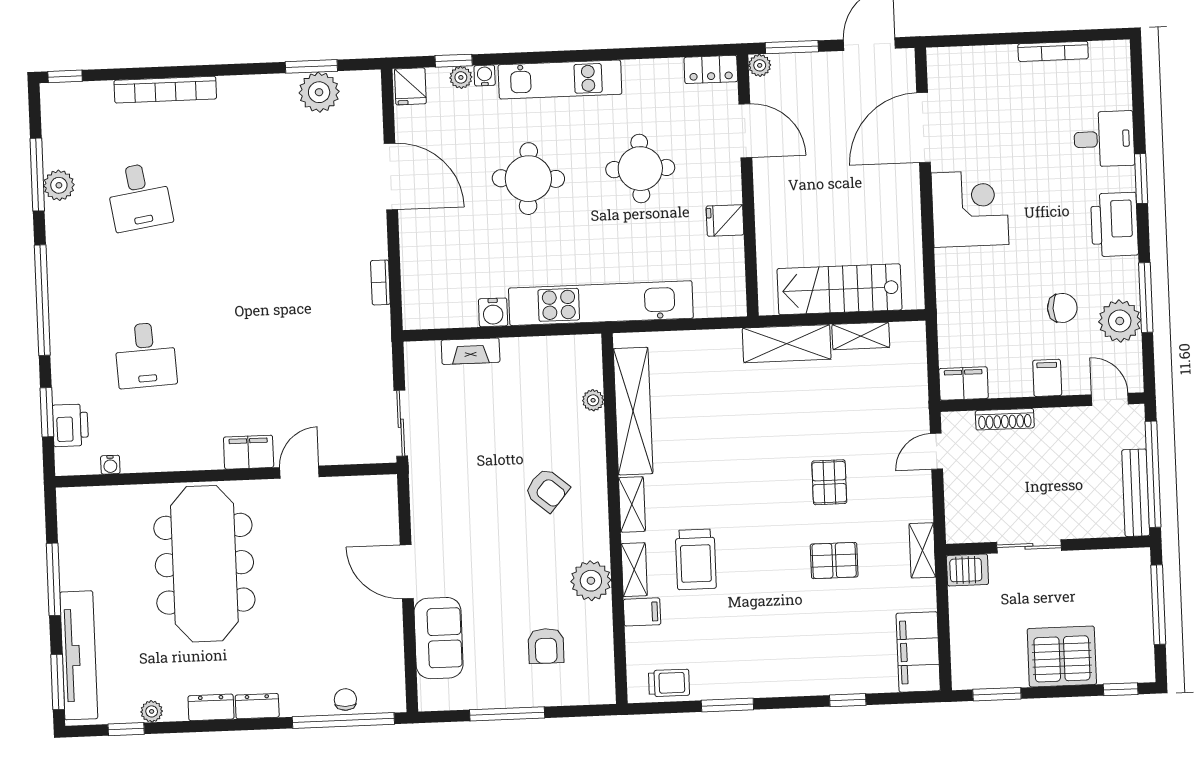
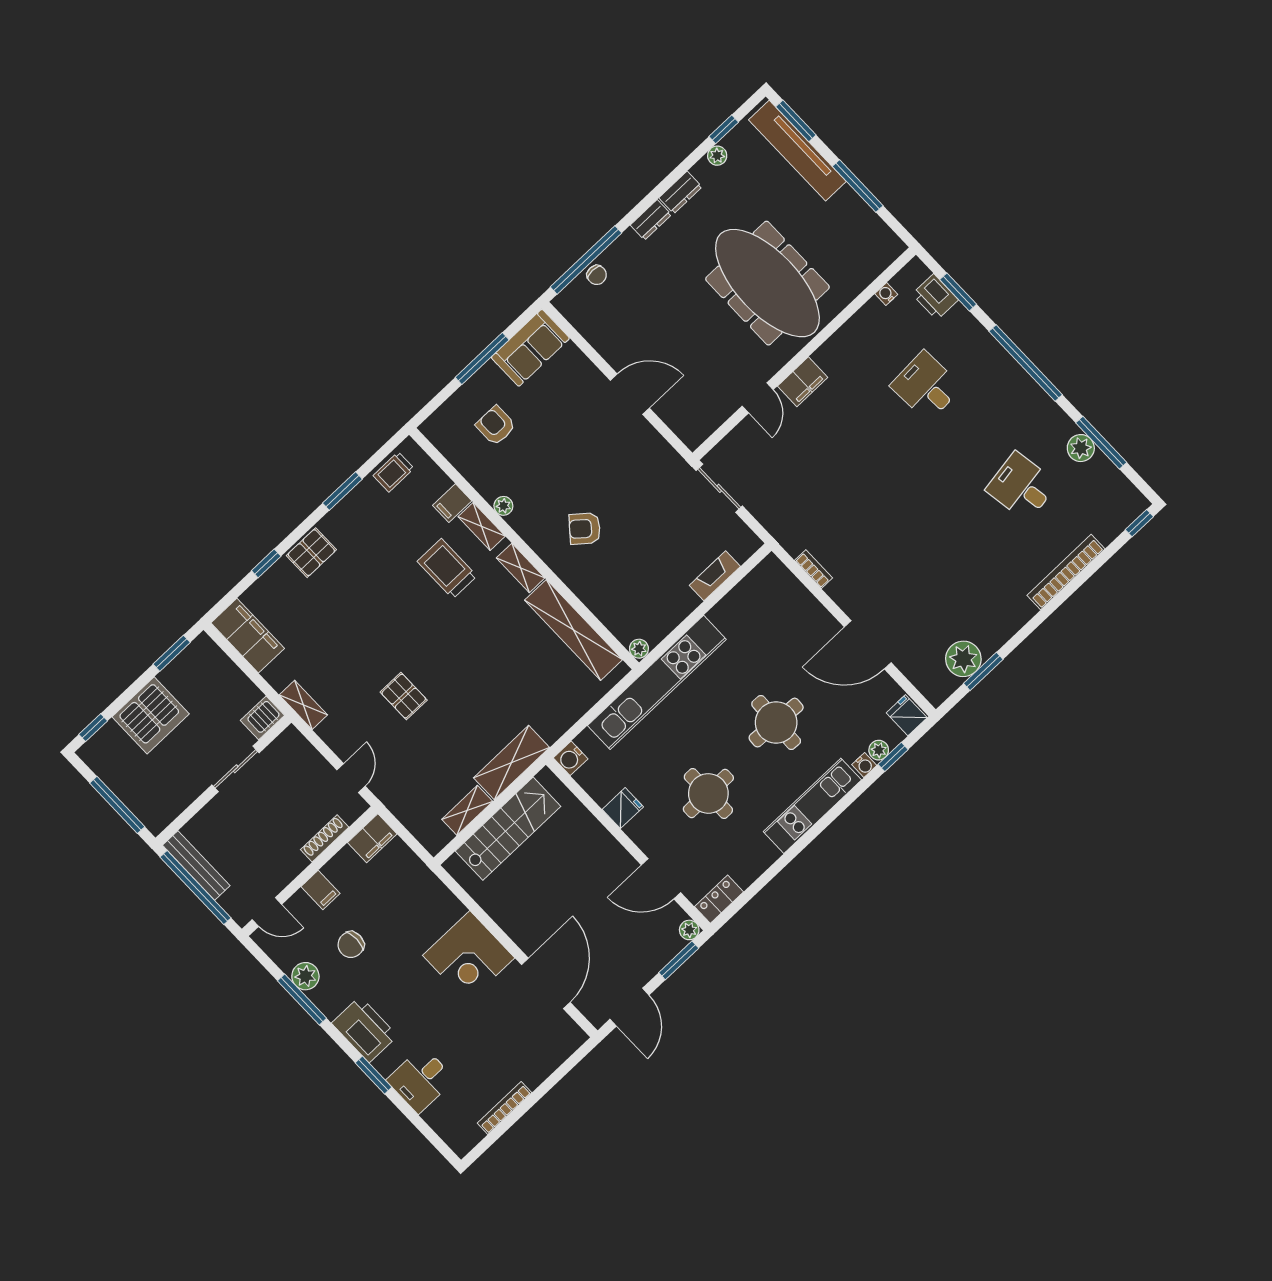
water cooler: (493, 312) -> (571, 758), moved, turned -90
plant: (1120, 321) -> (305, 976), width x0.73, depth x0.73
plant: (593, 400) -> (639, 649), moved
pallet: (834, 561) -> (311, 553), moved
plant: (591, 581) -> (503, 506), width x0.53, depth x0.53
sofa: (439, 638) -> (530, 348), moved, turned -90

